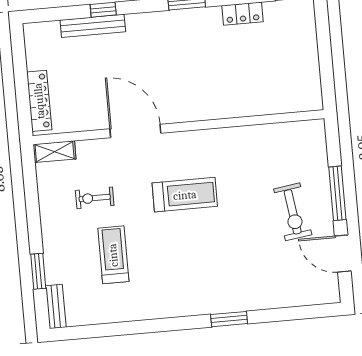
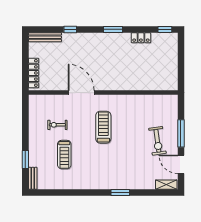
bench: (93, 26) -> (45, 37), moved
shelving: (55, 152) -> (166, 185), moved
treadmill: (185, 195) -> (103, 127), turned -90
treadmill: (113, 255) -> (64, 155), turned 180

